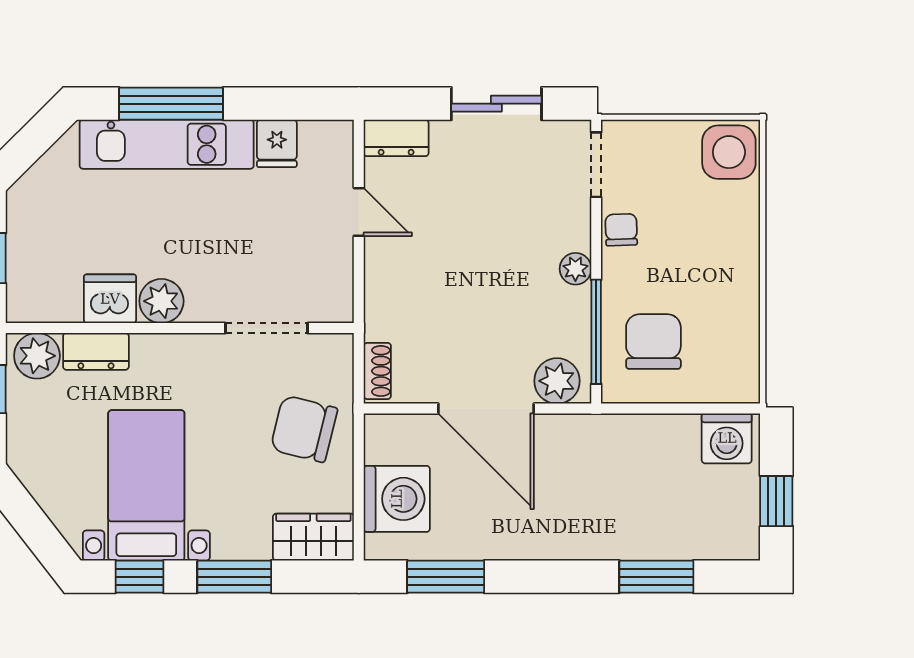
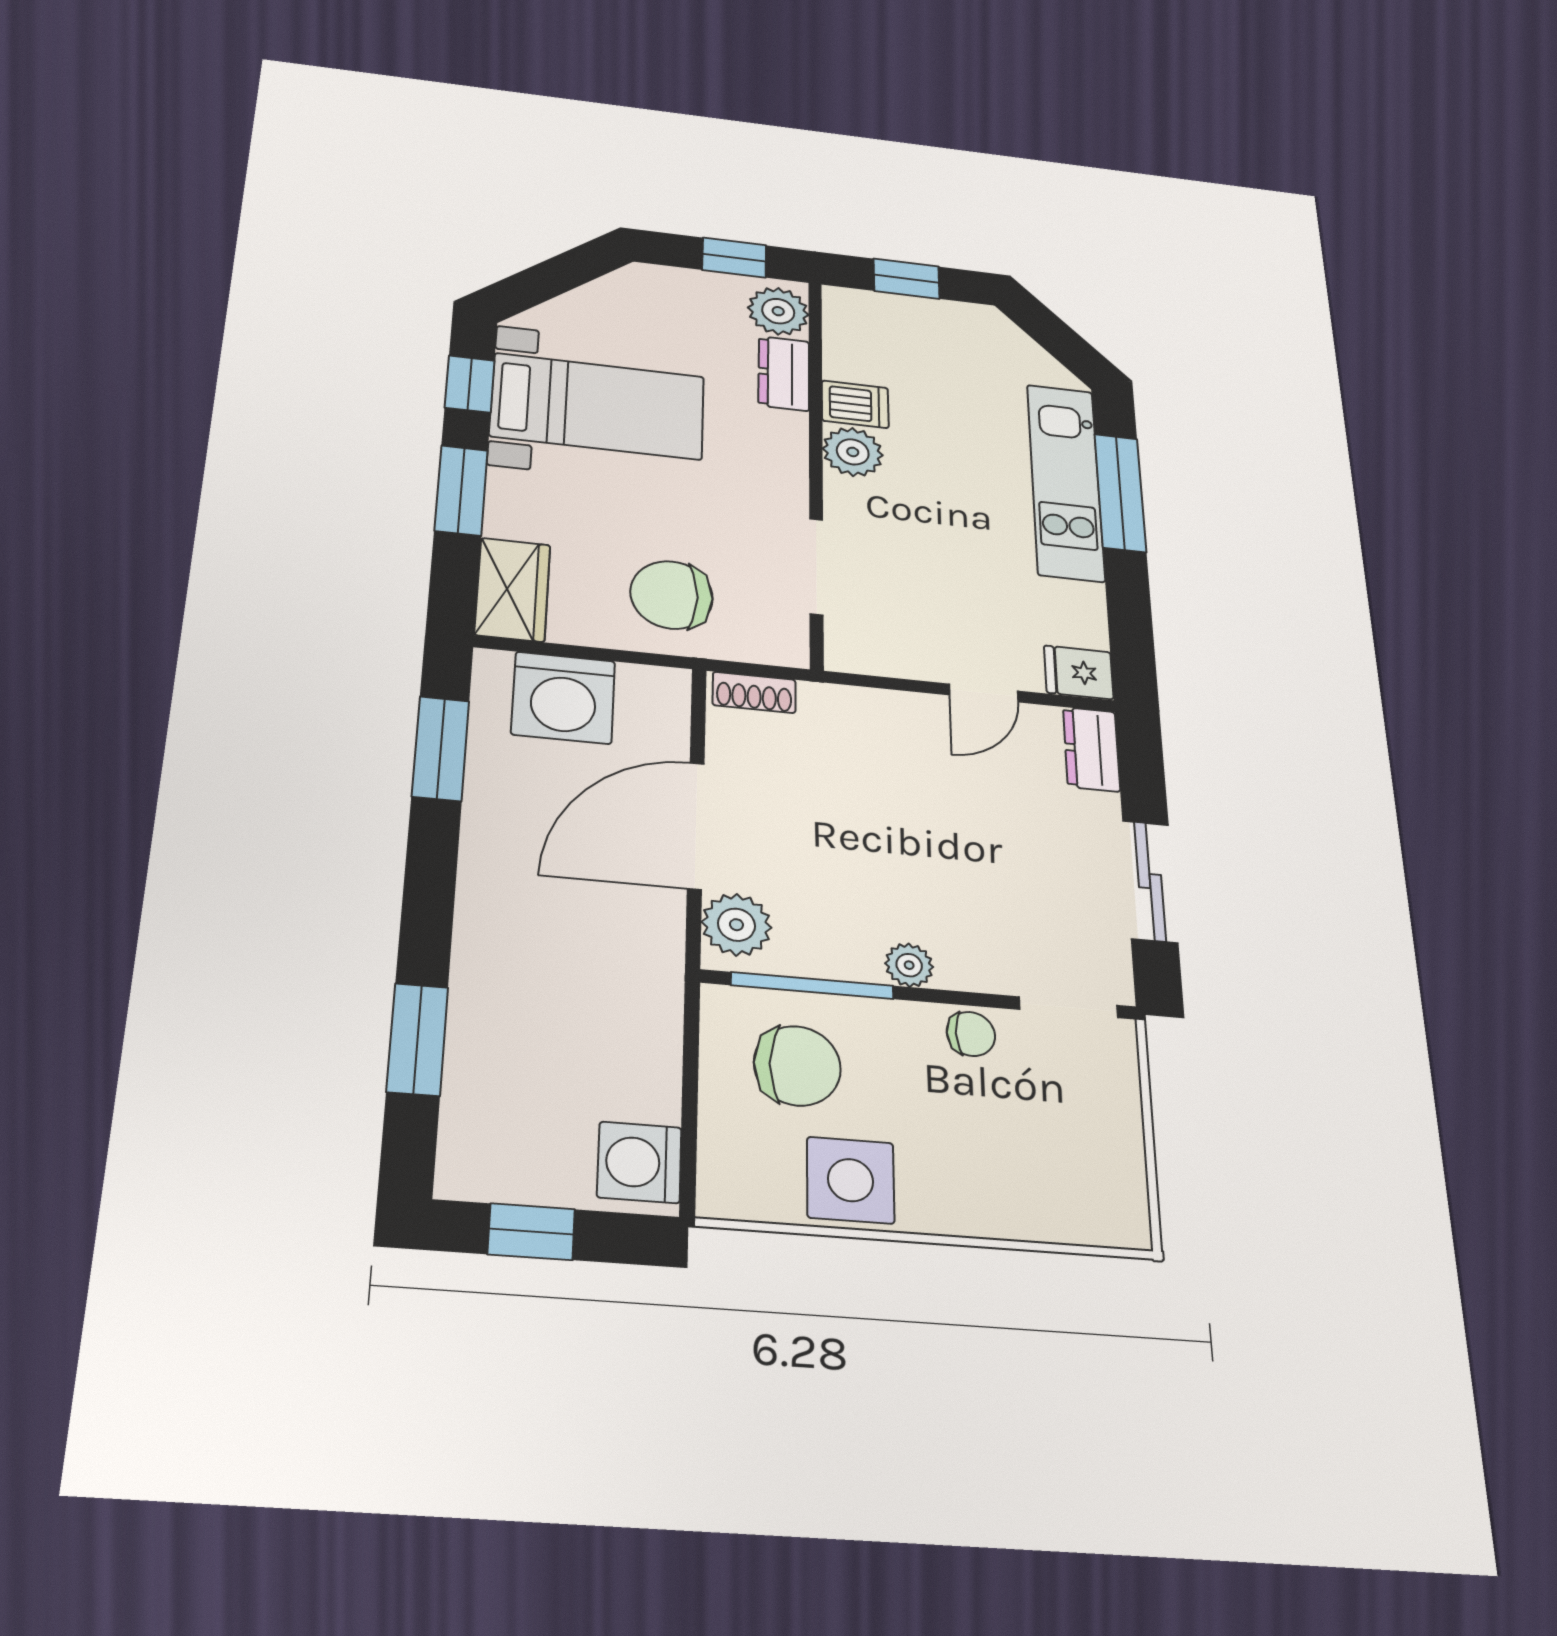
fridge: (277, 143) -> (1079, 672), moved
side table: (729, 152) -> (851, 1180), moved
dishwasher: (110, 299) -> (855, 404), width x0.73
chair: (304, 429) -> (672, 595), turned -104

